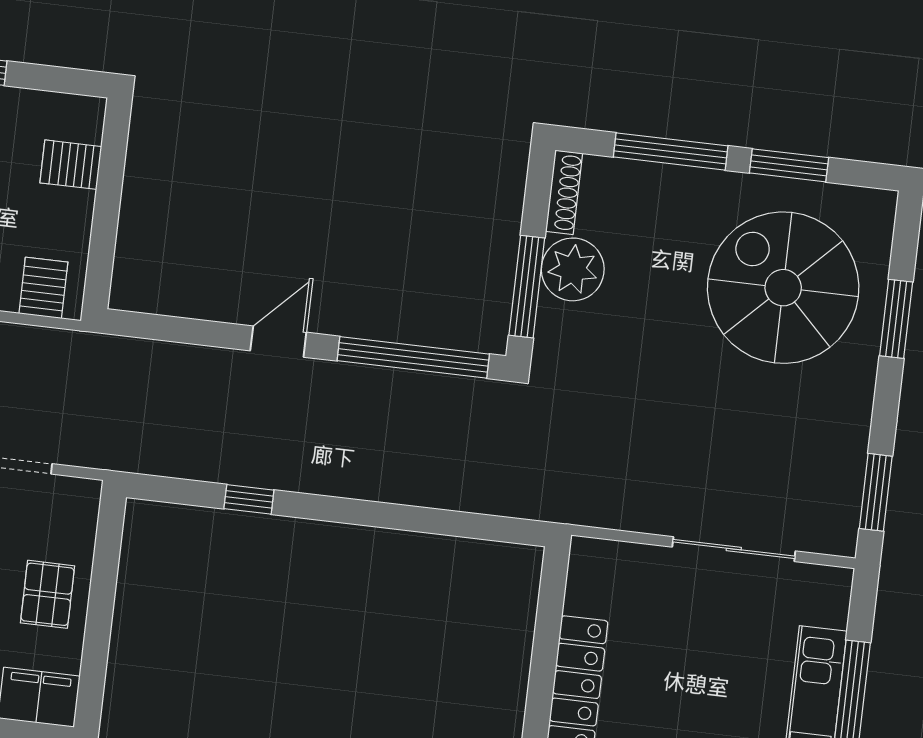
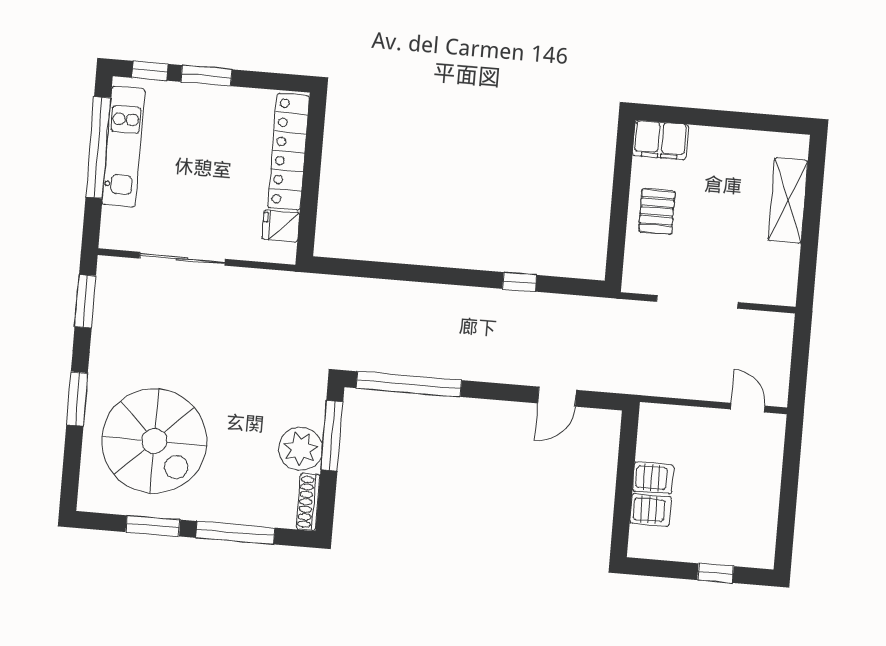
server rack: (43, 288) -> (653, 478), moved, turned -90
window: (896, 319) -> (77, 399), moved
door: (278, 342) -> (557, 397), moved
fridge: (590, 592) -> (281, 226), added

